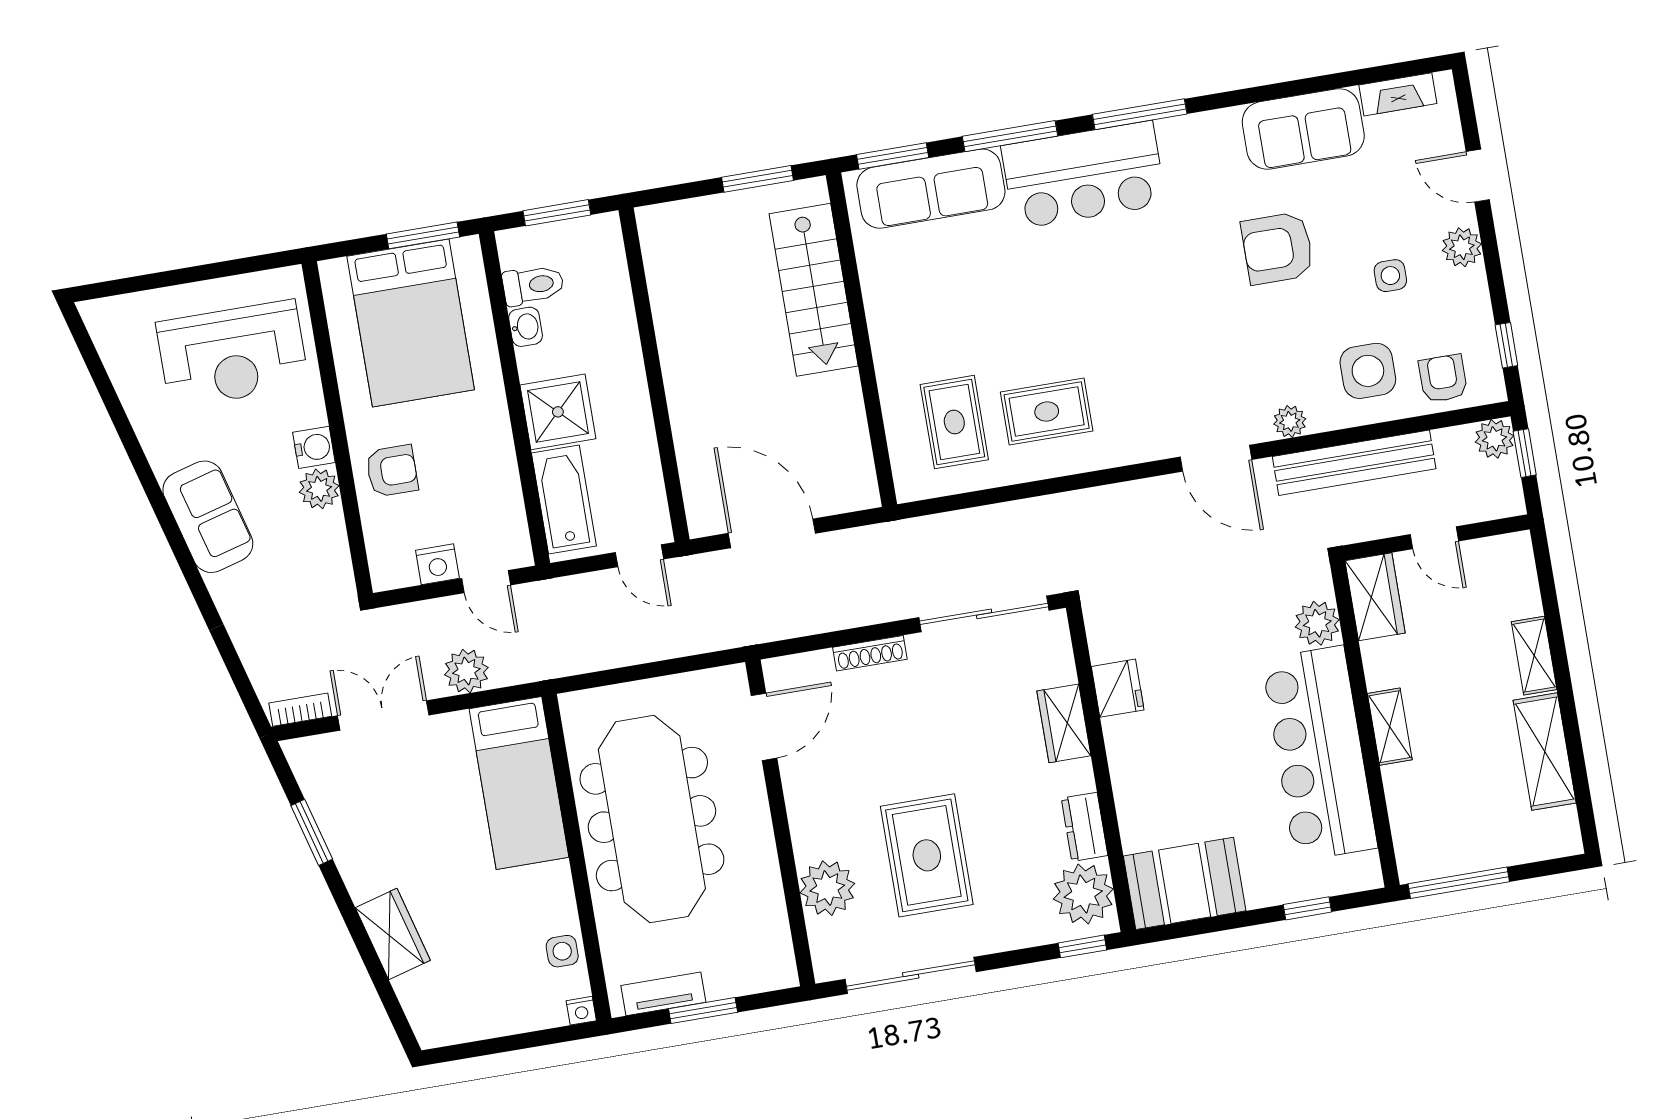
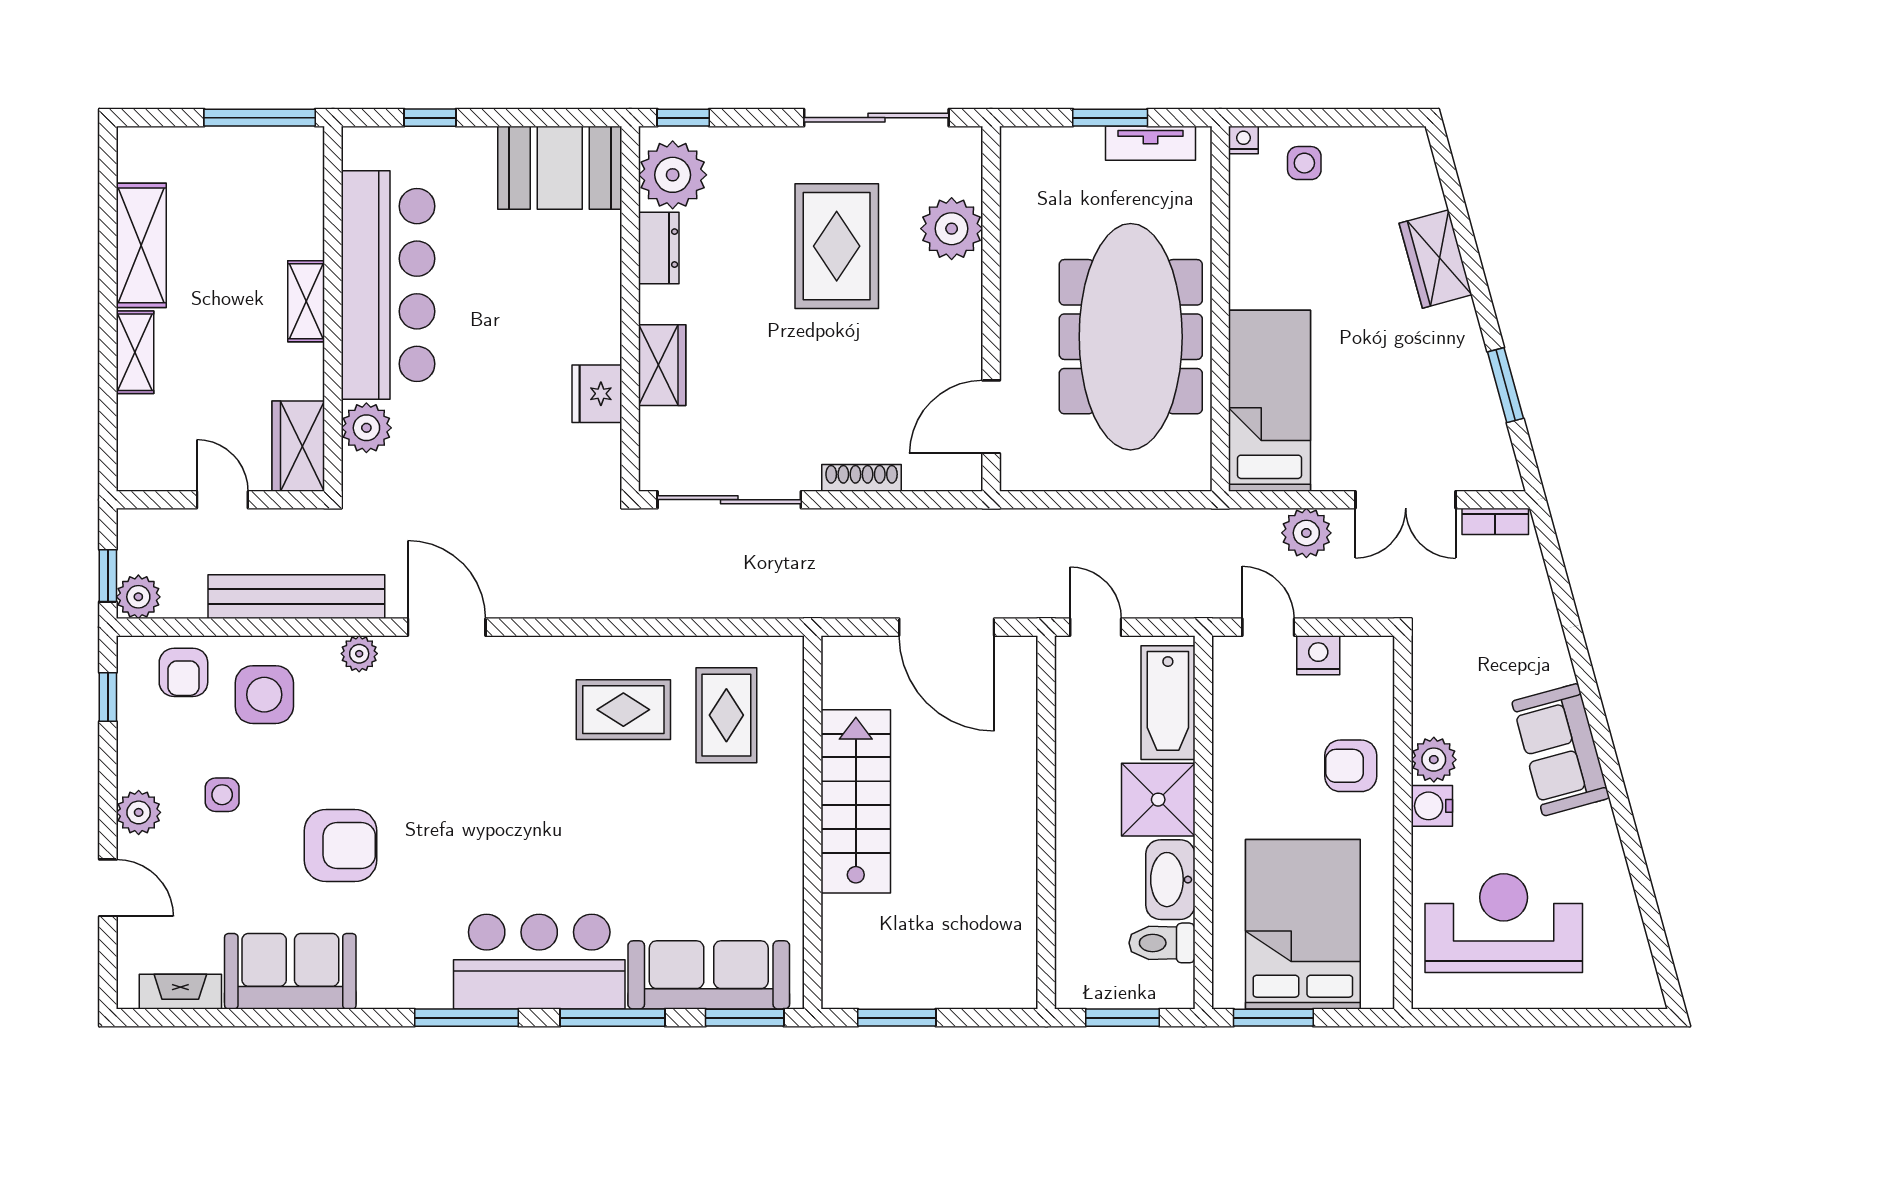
stairs: (814, 290) -> (856, 801), moved
washbasin: (526, 327) -> (1170, 880), width x1.91, depth x1.45
side table: (562, 951) -> (1304, 163), moved

